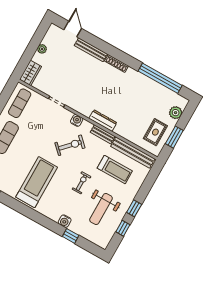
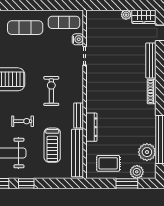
wardrobe: (31, 73) -> (144, 17), moved
plant: (164, 95) -> (147, 152), added
water cooler: (77, 120) -> (78, 39), moved
dresser: (103, 121) -> (91, 127), moved
window: (174, 137) -> (127, 183), moved
exercise bike: (70, 145) -> (51, 91), turned -134

